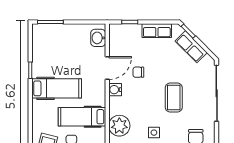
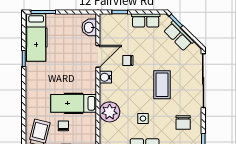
hospital bed: (57, 88) -> (36, 37), moved, turned 90

